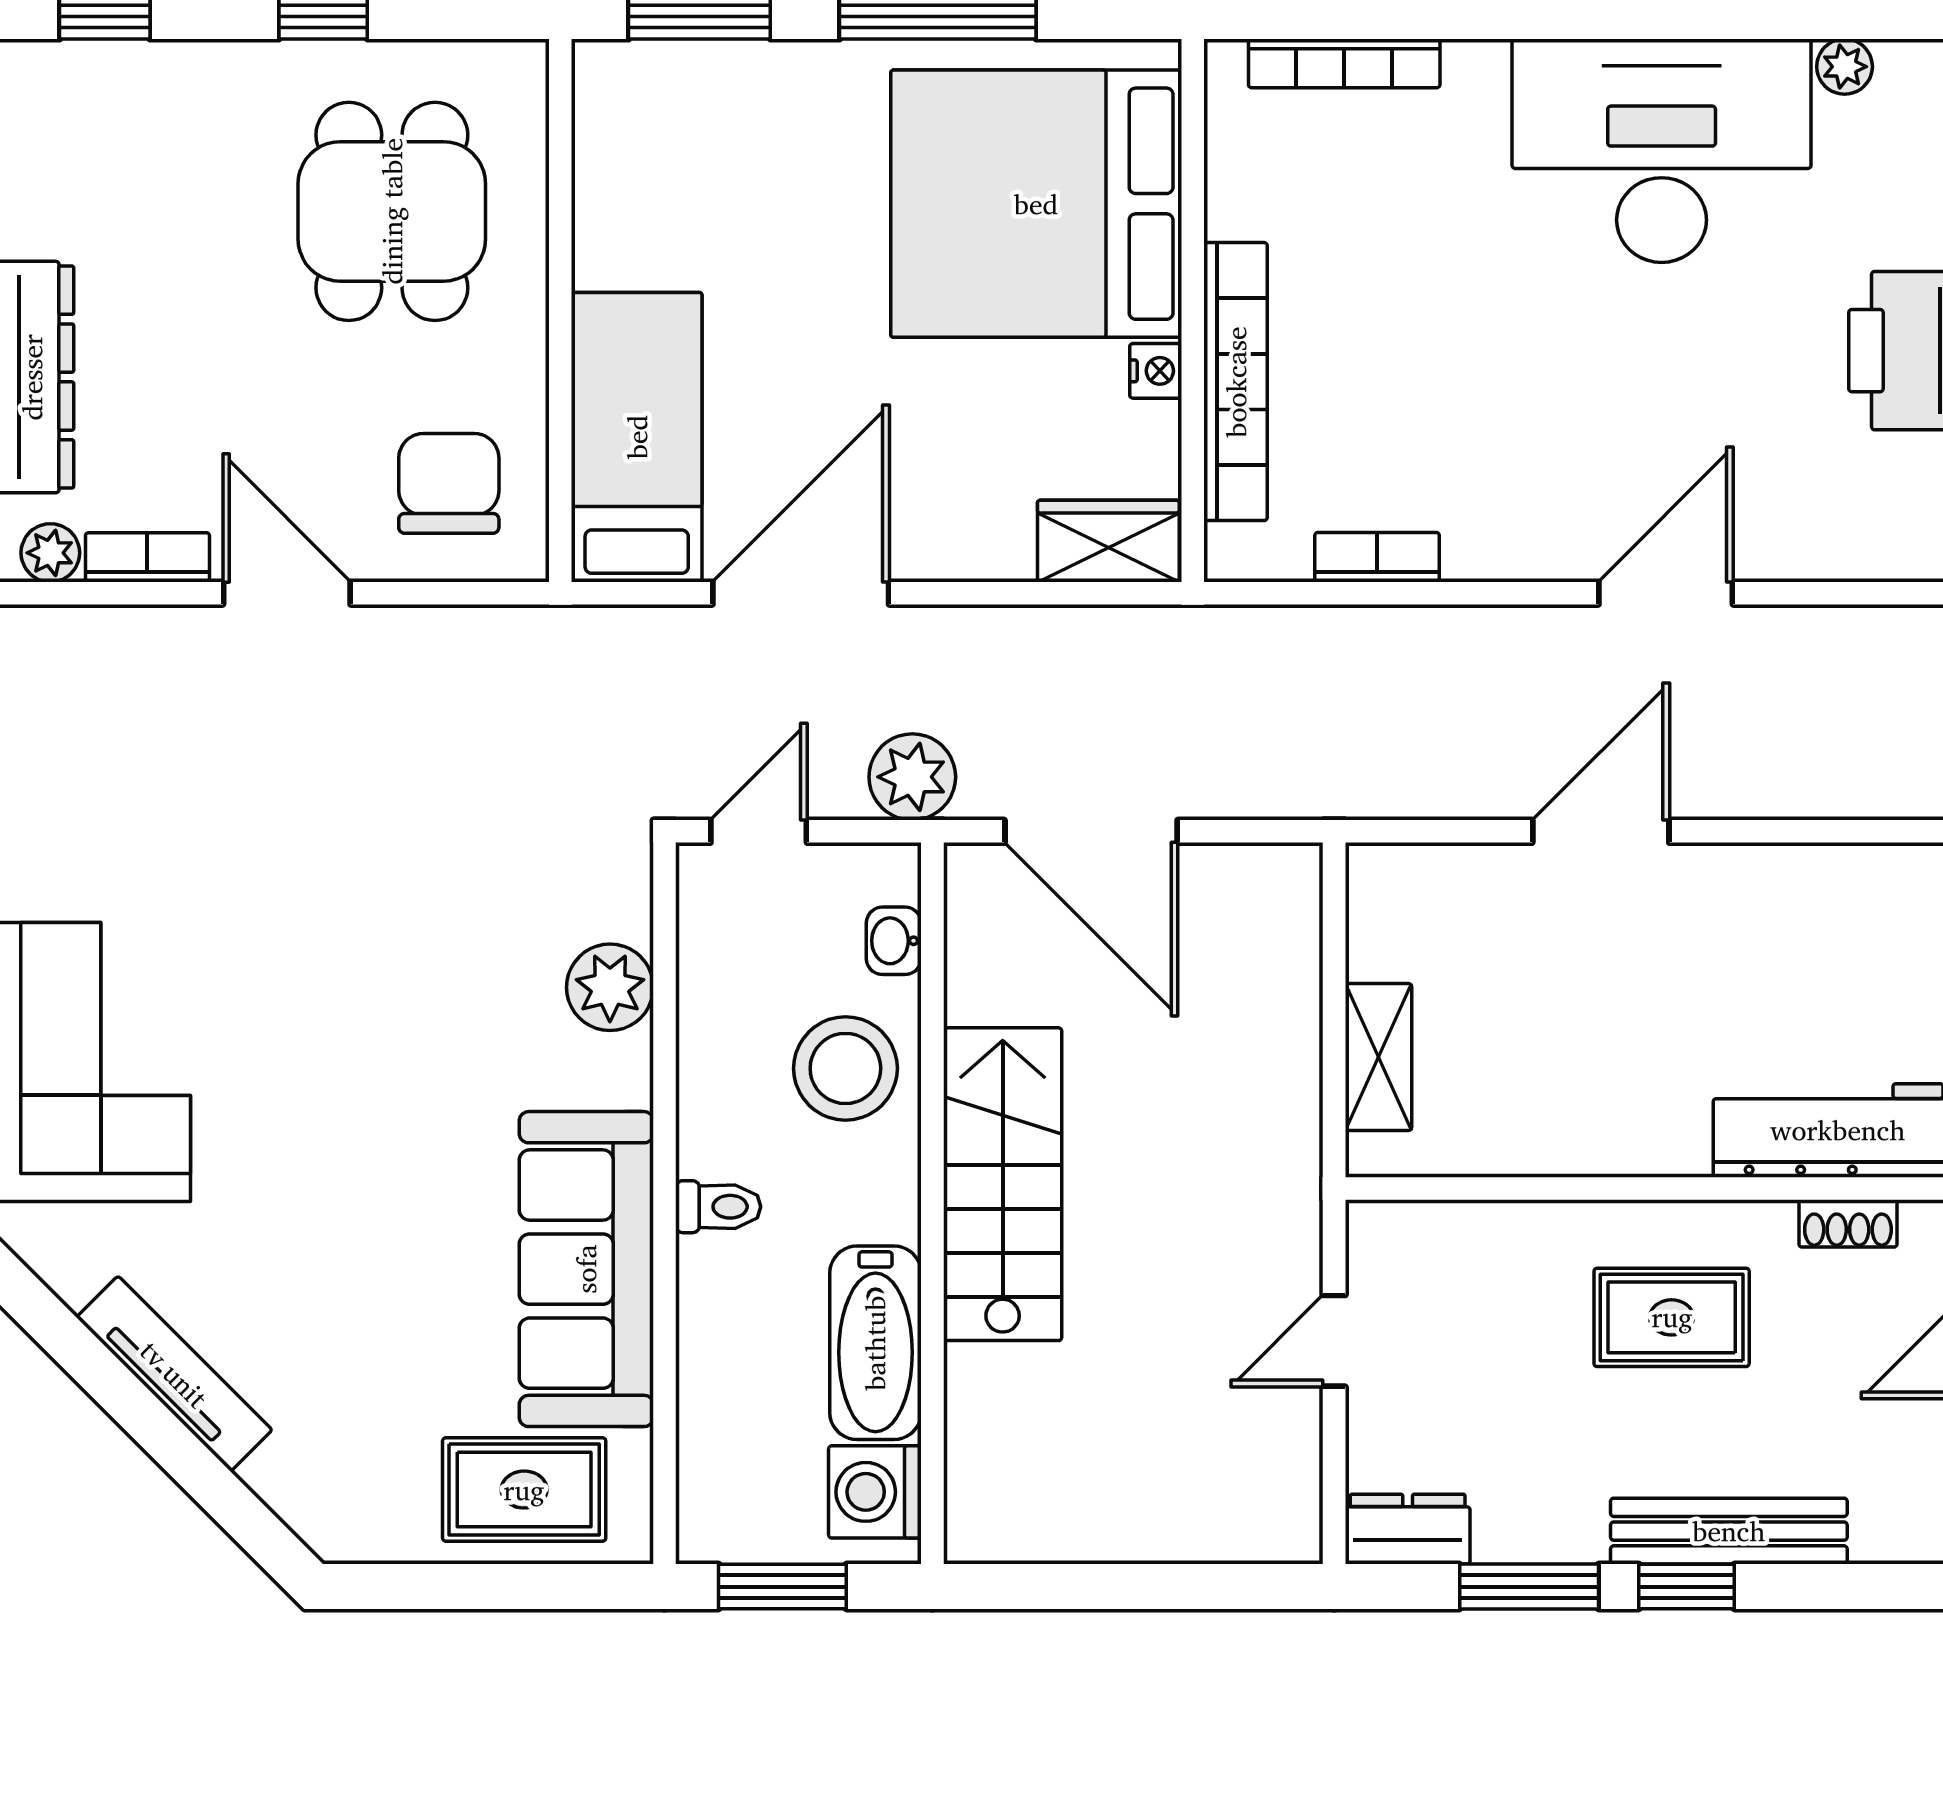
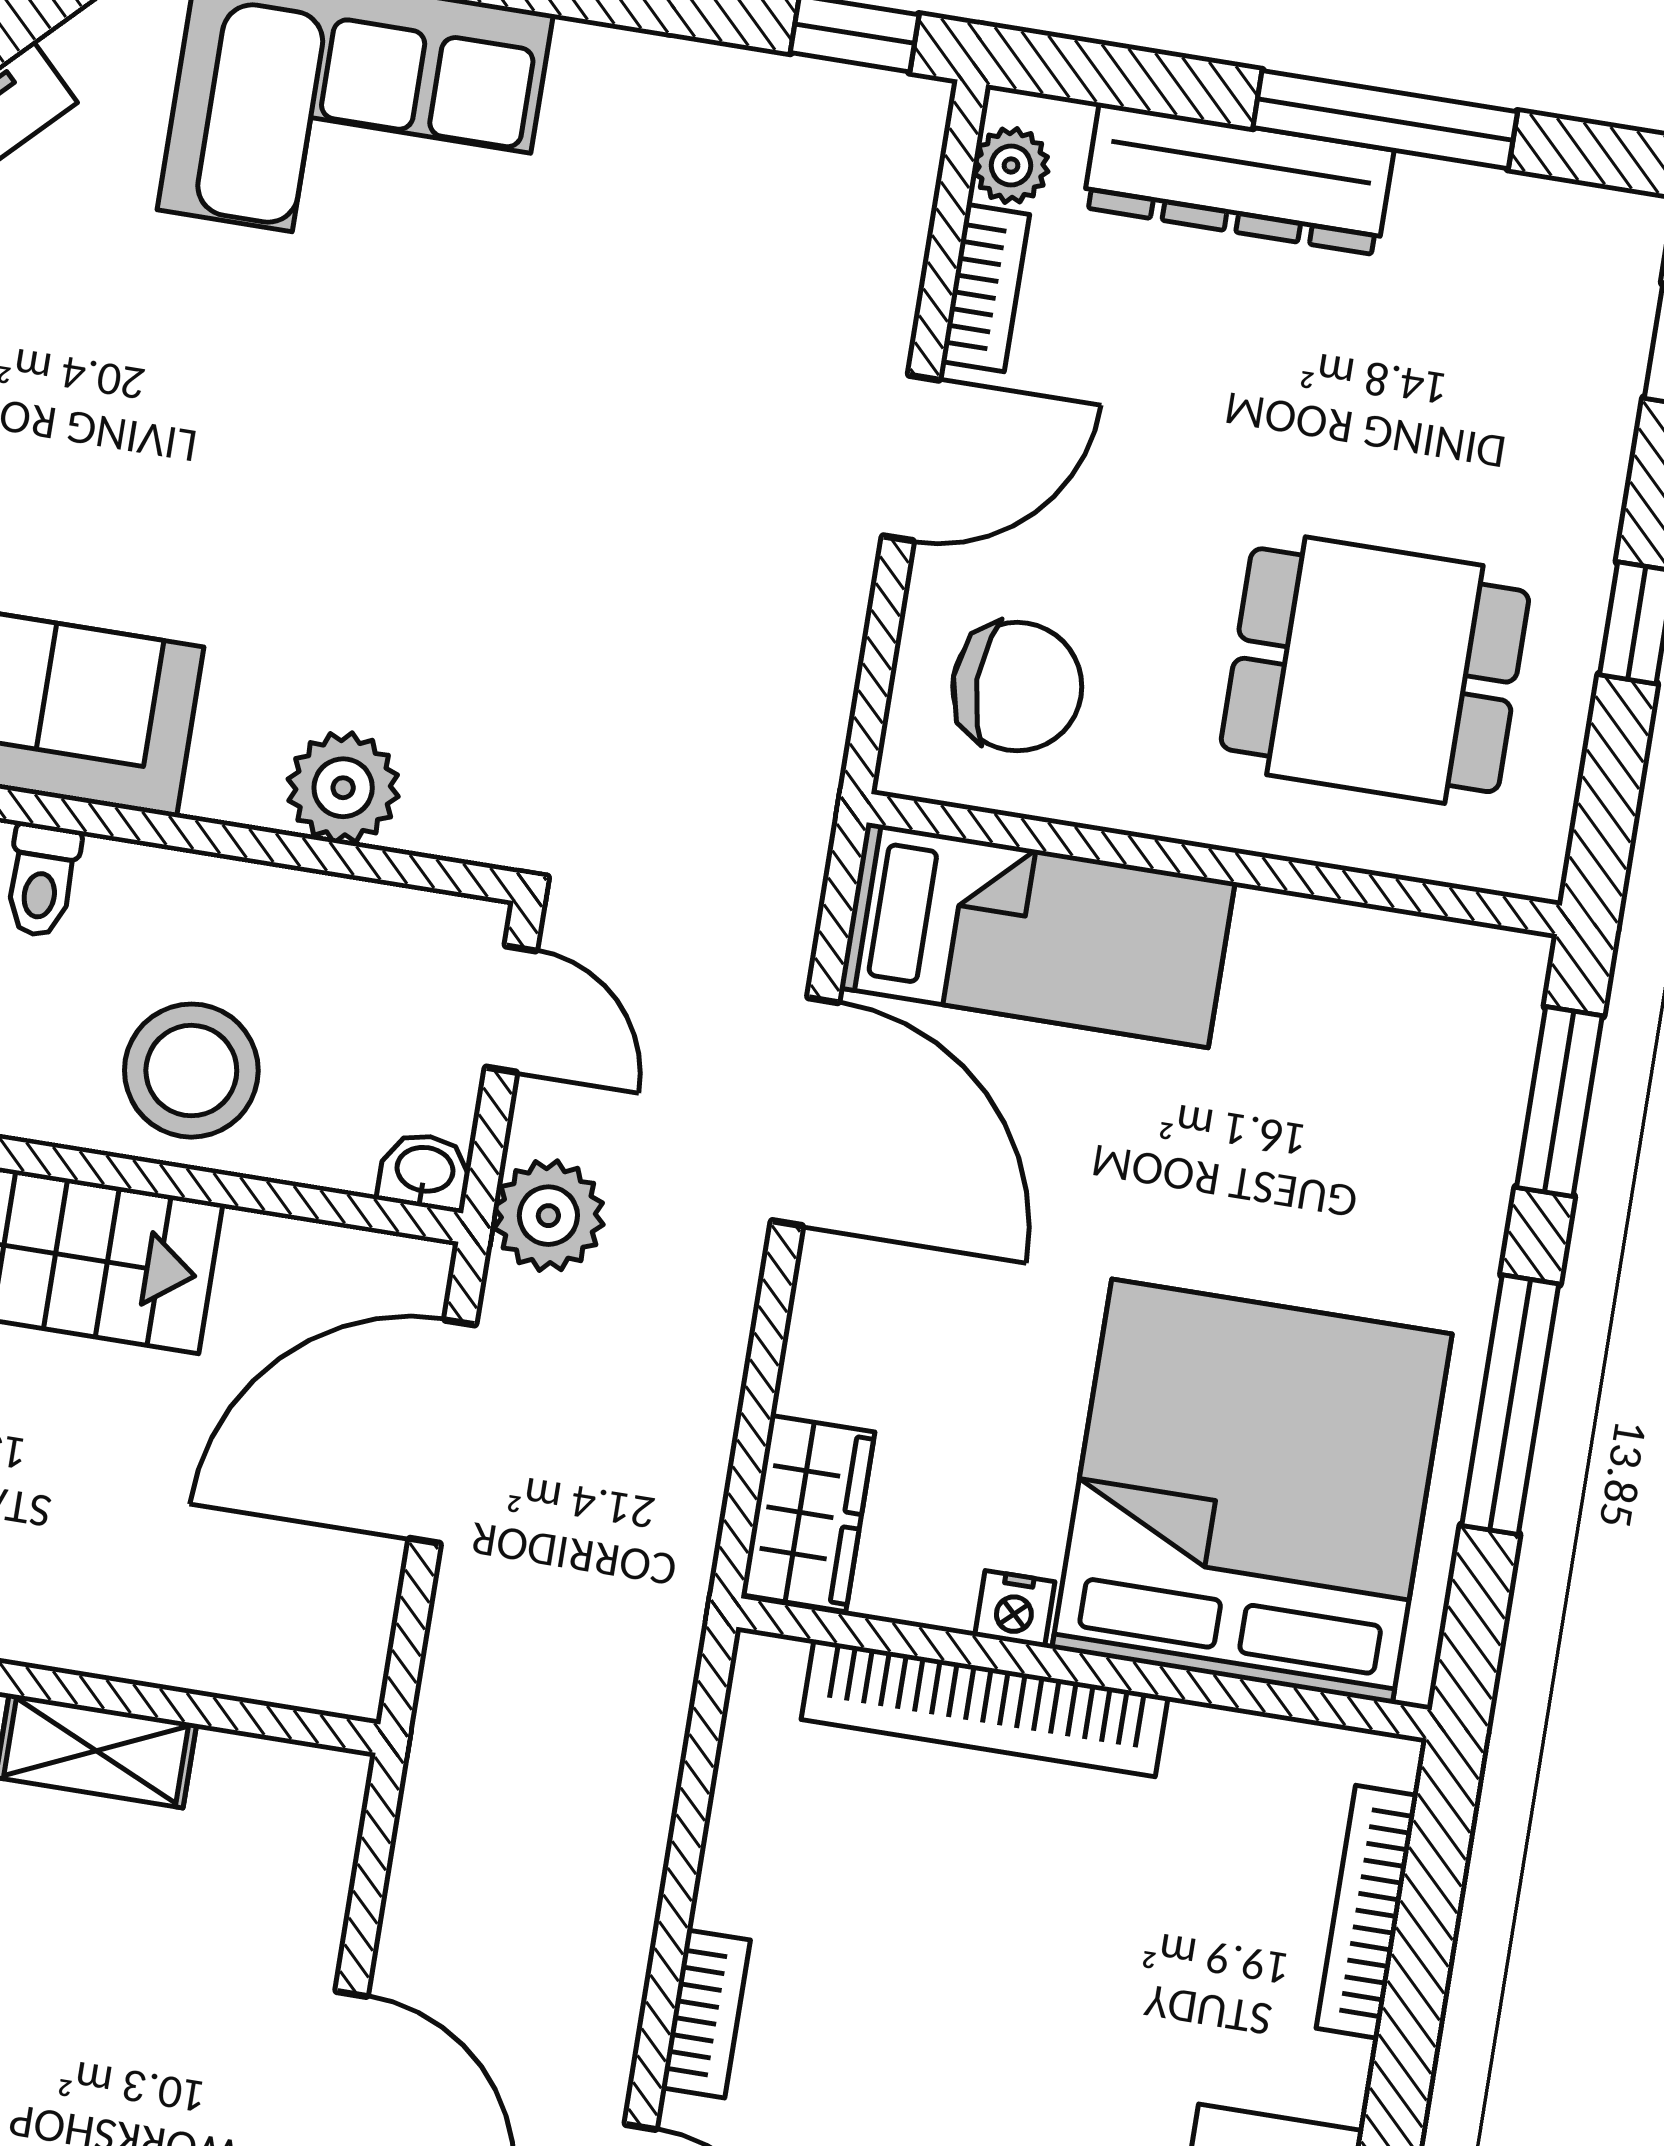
bookcase: (1377, 557) -> (706, 2014), moved
washbasin: (894, 941) -> (425, 1171), moved

